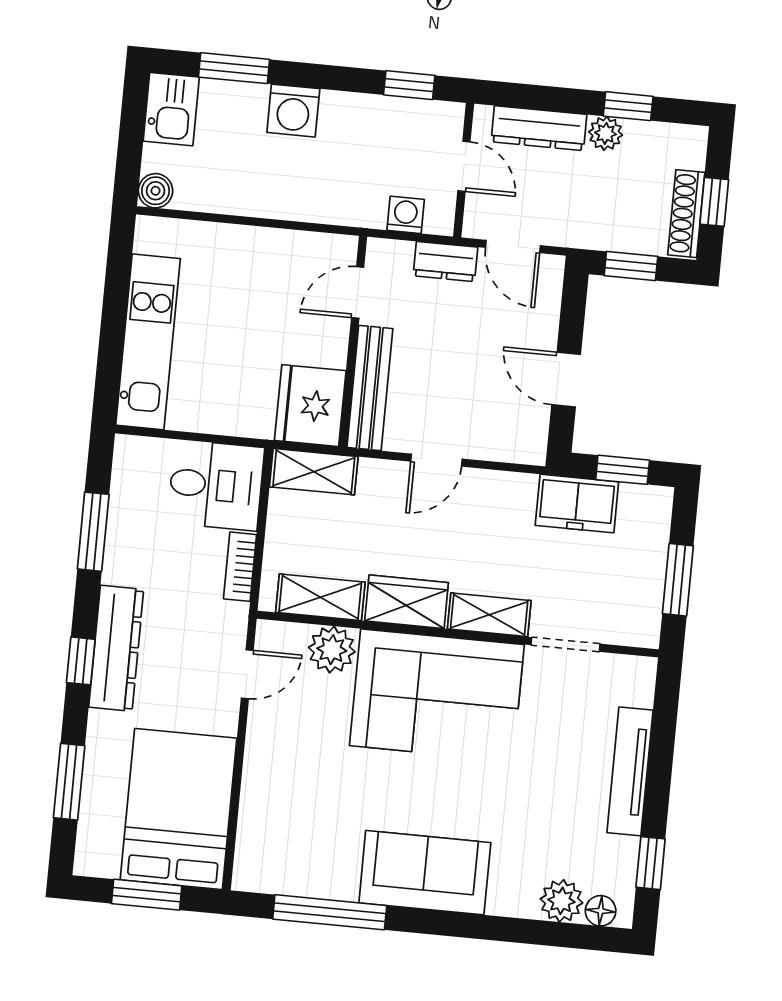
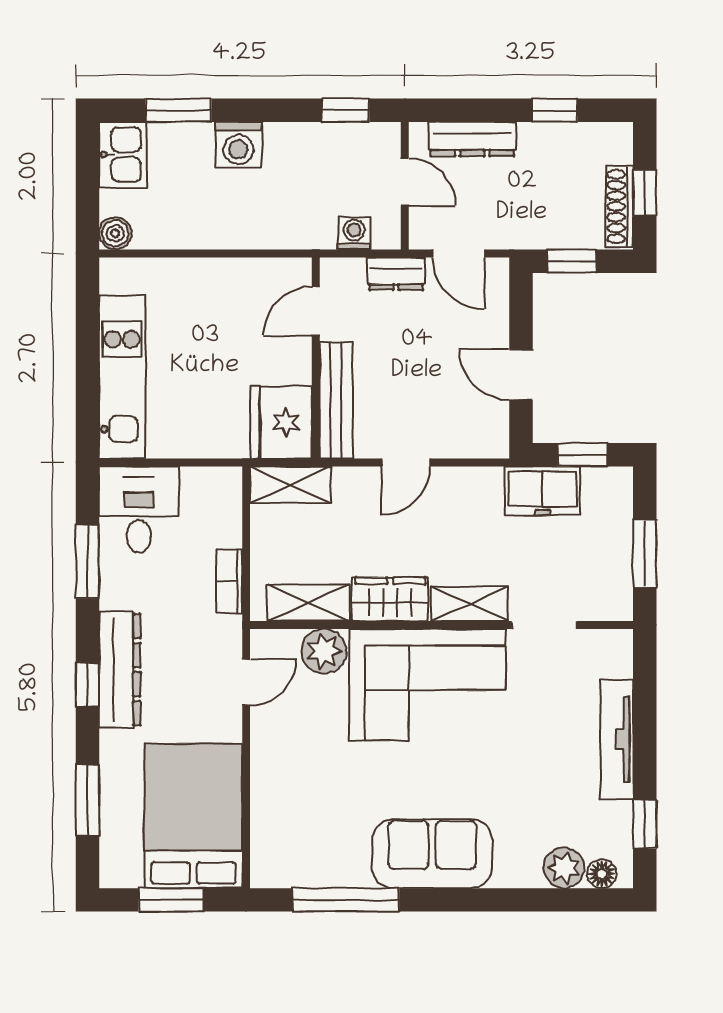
plant: (606, 133) -> (536, 138), removed
desk: (216, 485) -> (139, 509), moved, turned -90

